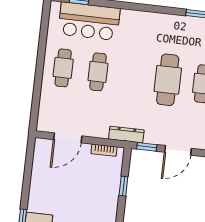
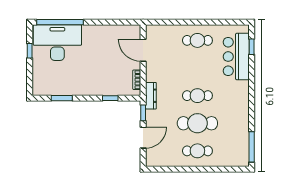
cafe table: (98, 72) -> (197, 96), moved
door: (178, 150) -> (143, 138), swing flipped

